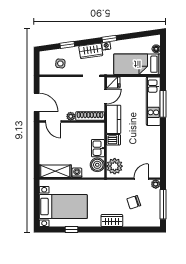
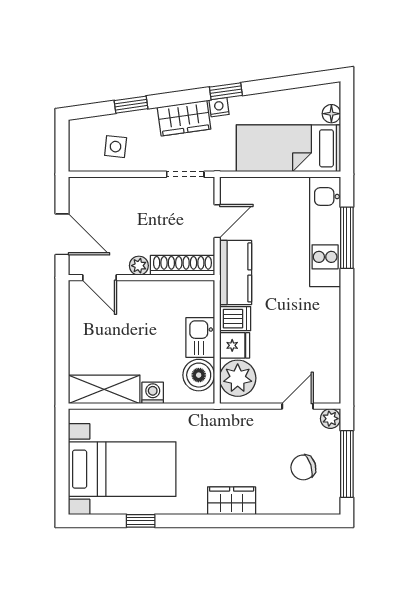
fridge: (113, 82) -> (235, 345), moved
chair: (134, 202) -> (303, 467), moved

